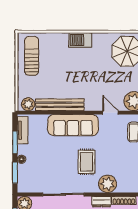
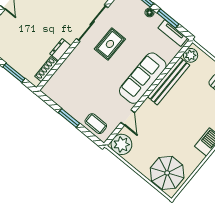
door: (110, 113) -> (128, 118), hinge flipped
rug: (87, 162) -> (110, 44), moved, turned 90
plant: (108, 184) -> (71, 67), removed

